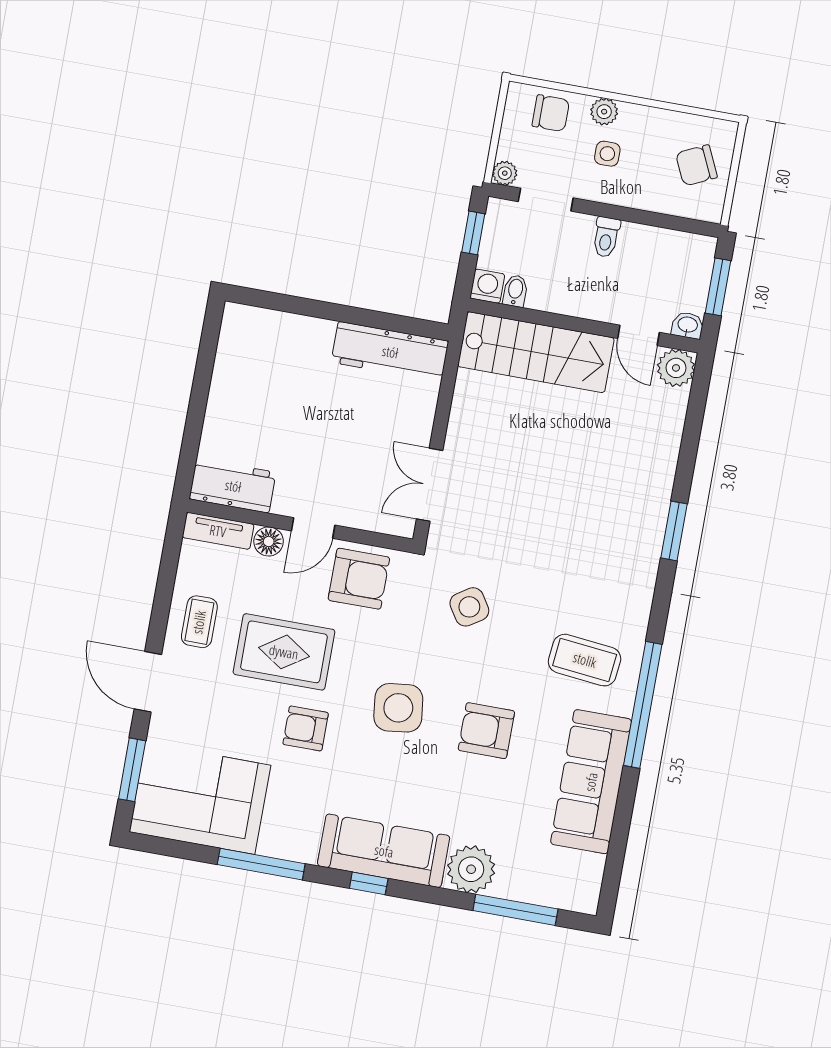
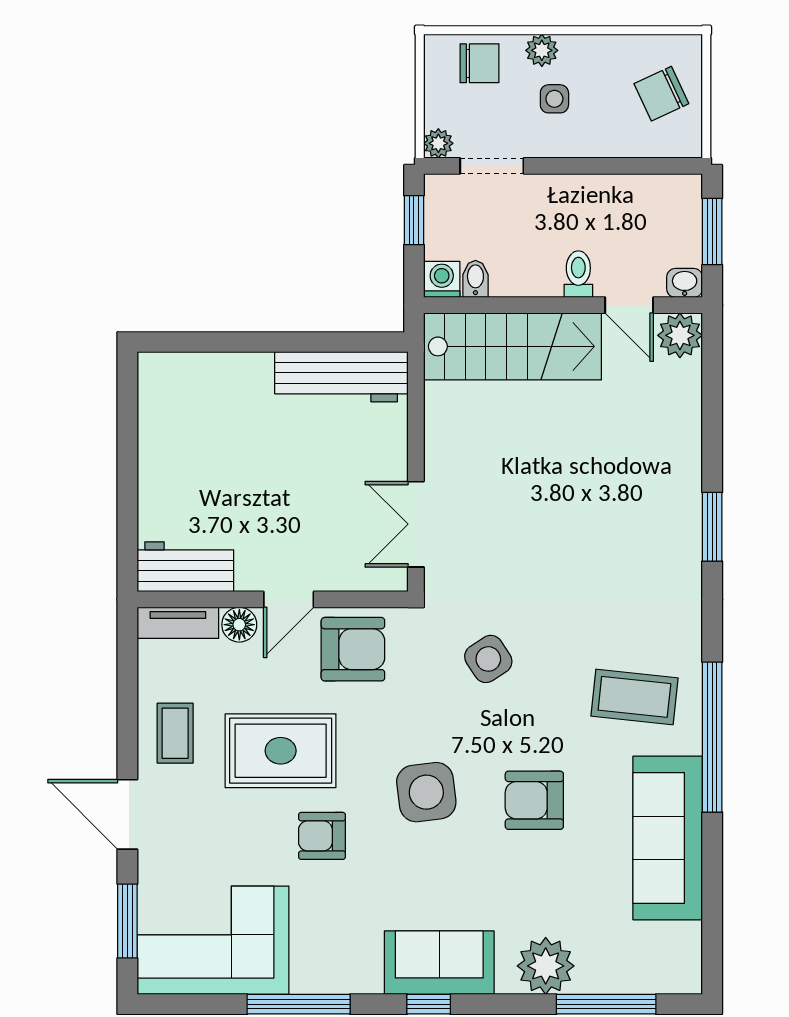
toilet: (606, 237) -> (578, 274), moved, turned 180
sofa: (384, 851) -> (439, 963), width x0.73

